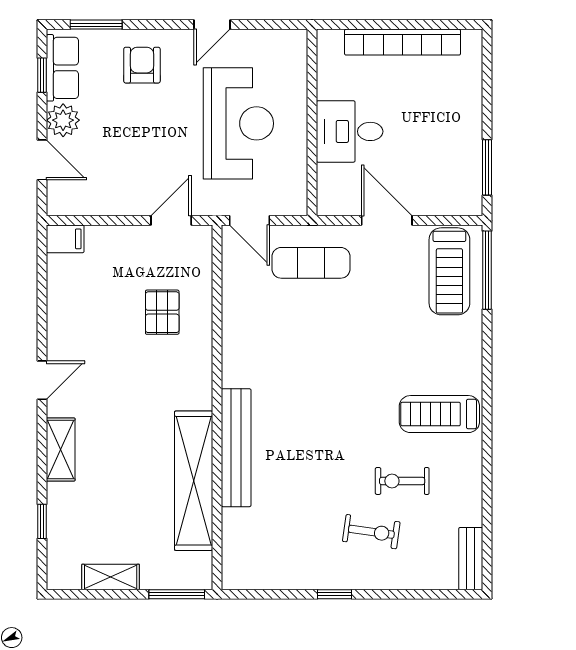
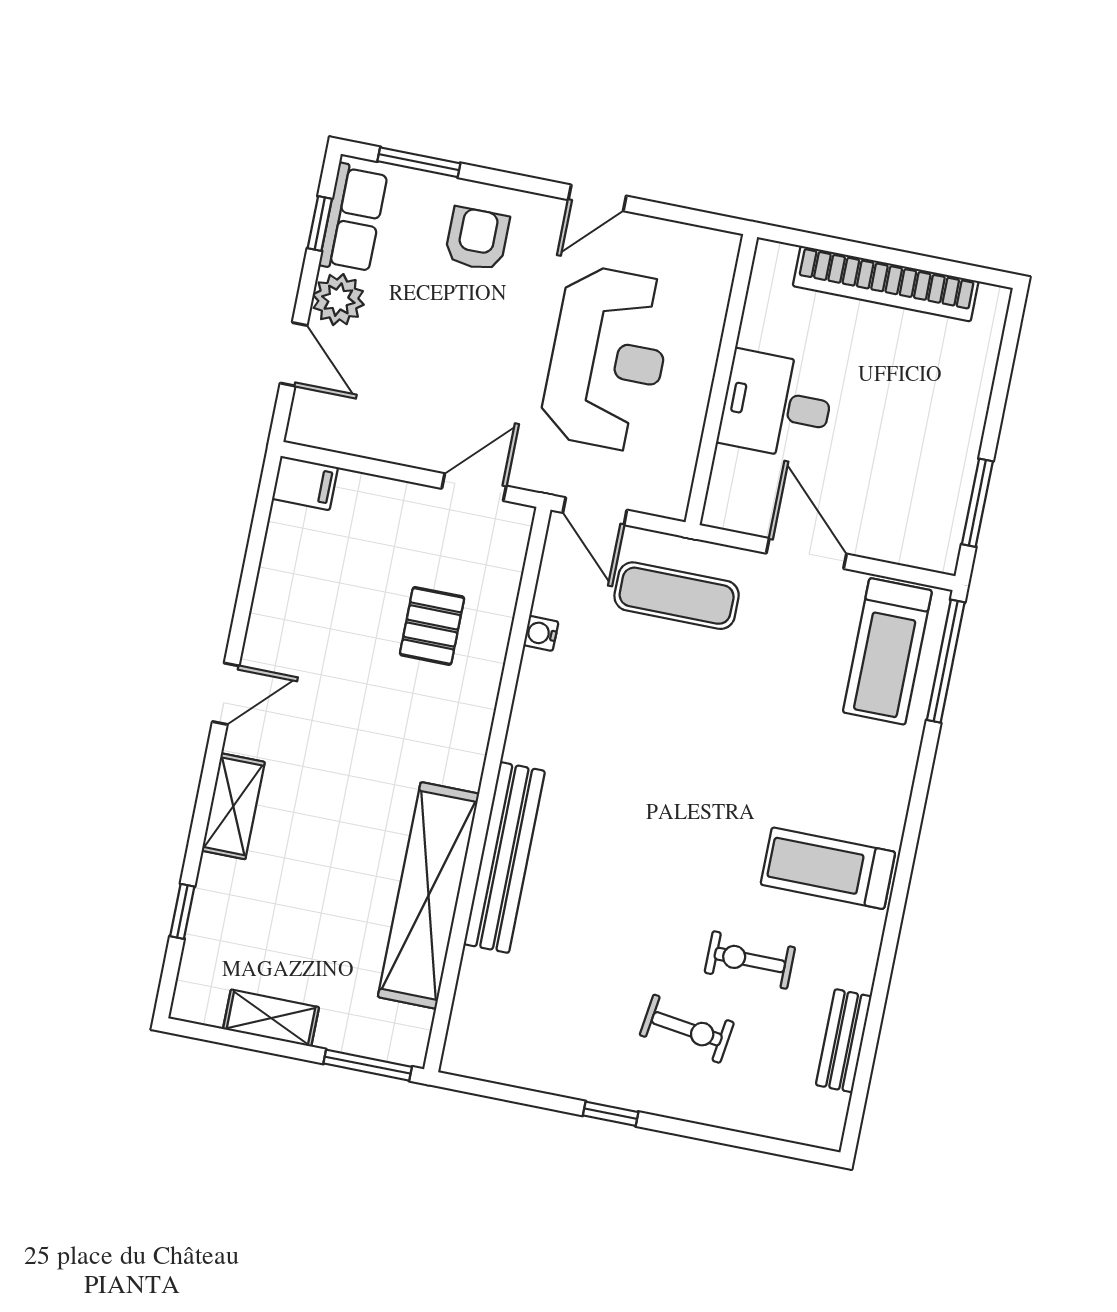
water cooler: (231, 303) -> (541, 633), added
bench: (471, 559) -> (844, 1041), moved

